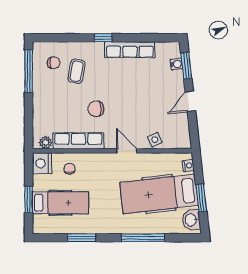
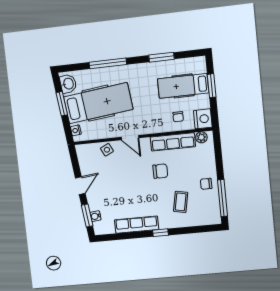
chair: (54, 63) -> (206, 184), moved

